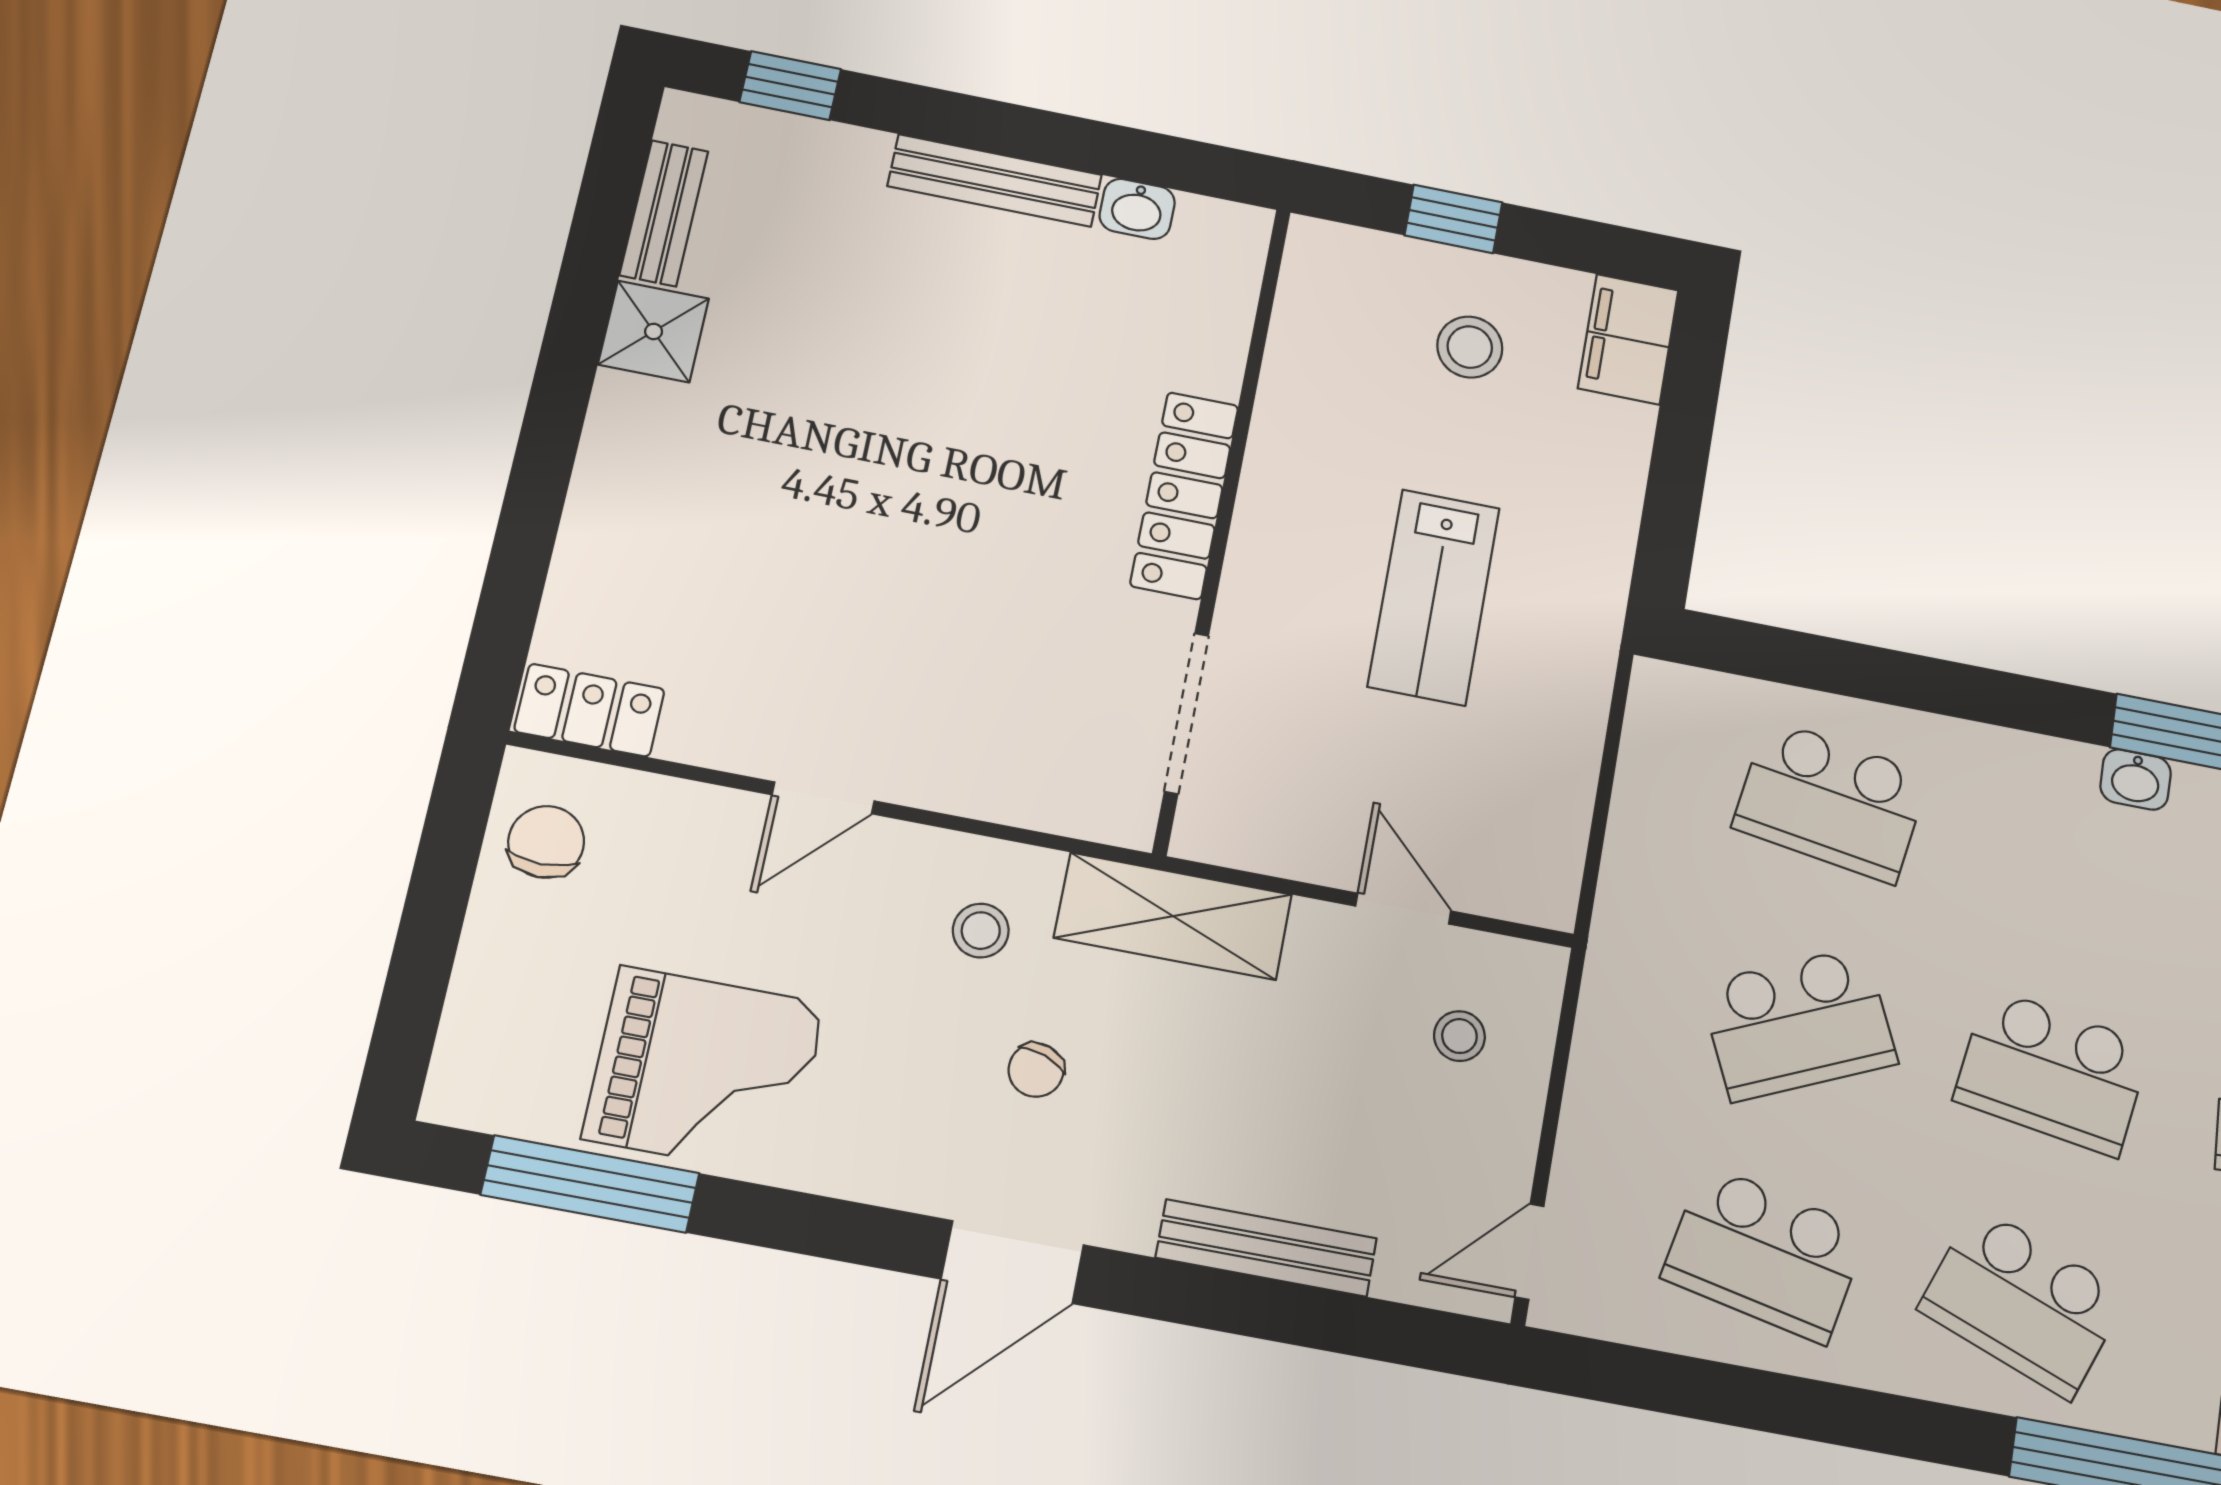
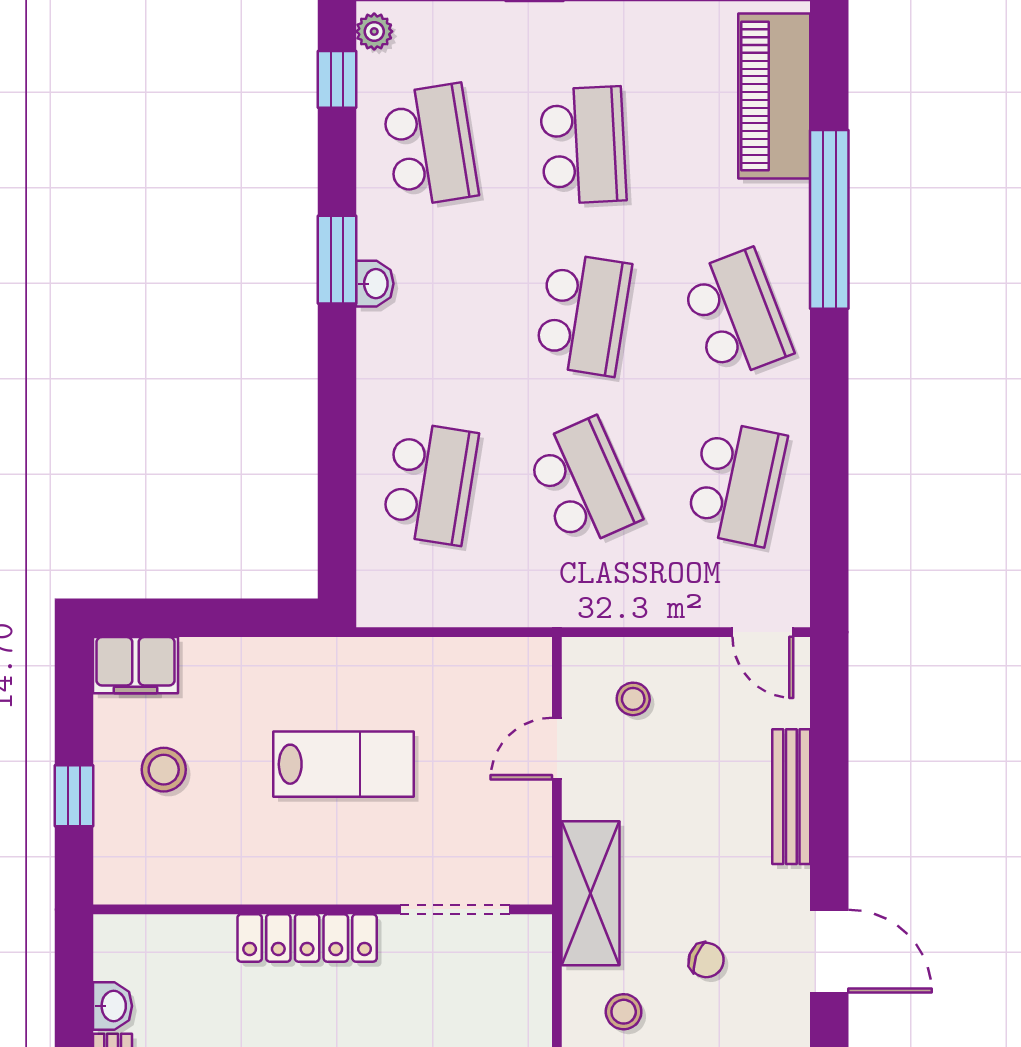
school desk: (2023, 1302) -> (736, 314), turned -42

